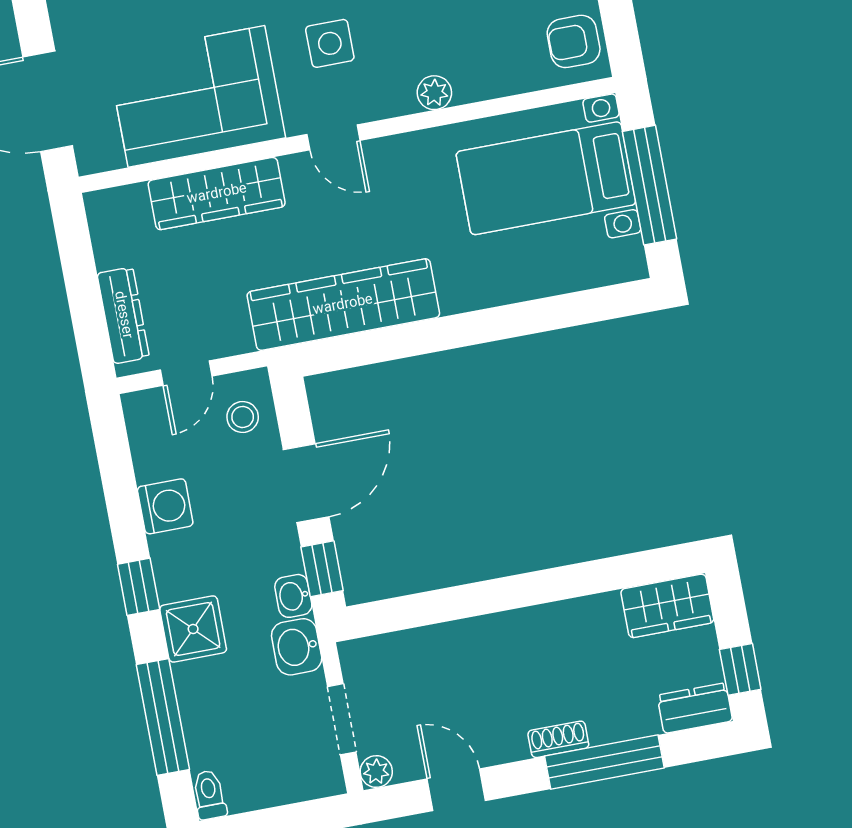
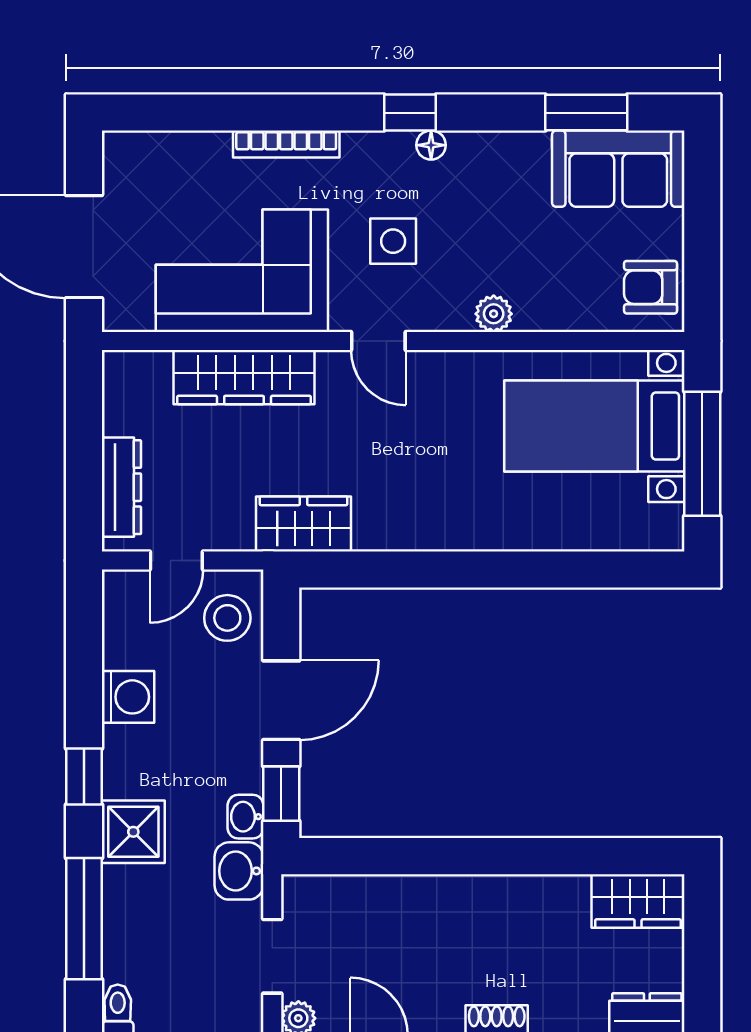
wardrobe: (343, 305) -> (304, 524), width x0.48, depth x0.85
stool: (243, 417) -> (227, 618), width x1.37, depth x1.37
window: (740, 669) -> (702, 982), removed

